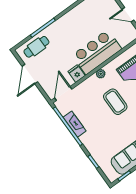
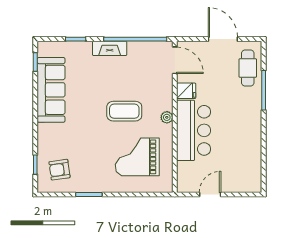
fireplace: (75, 124) -> (110, 48), moved

